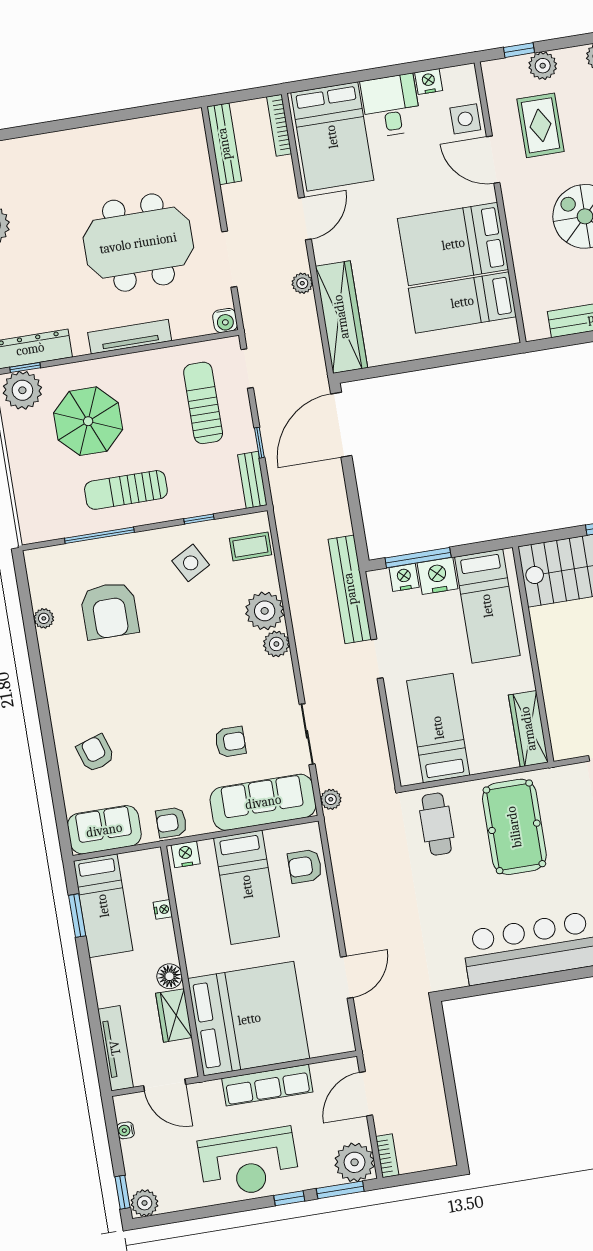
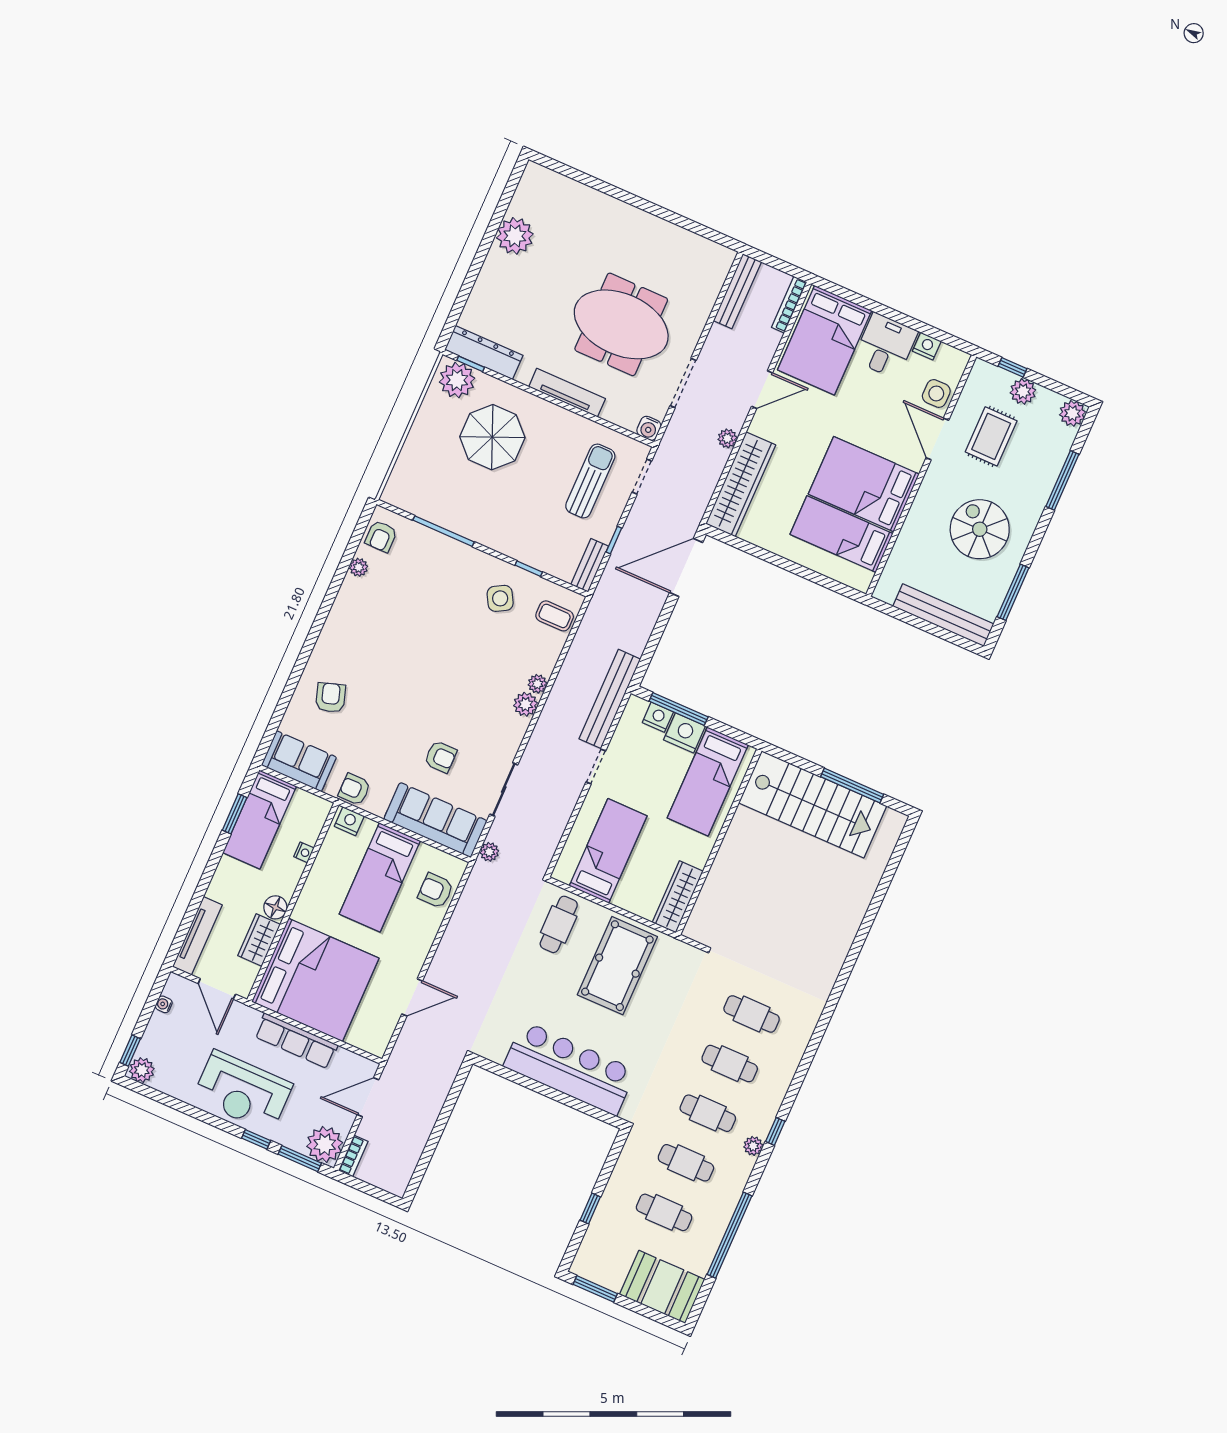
sun lounger: (126, 490) -> (487, 509), removed
armchair: (109, 611) -> (381, 536), moved, width x0.53, depth x0.53
plant: (265, 611) -> (537, 684), width x0.53, depth x0.53

